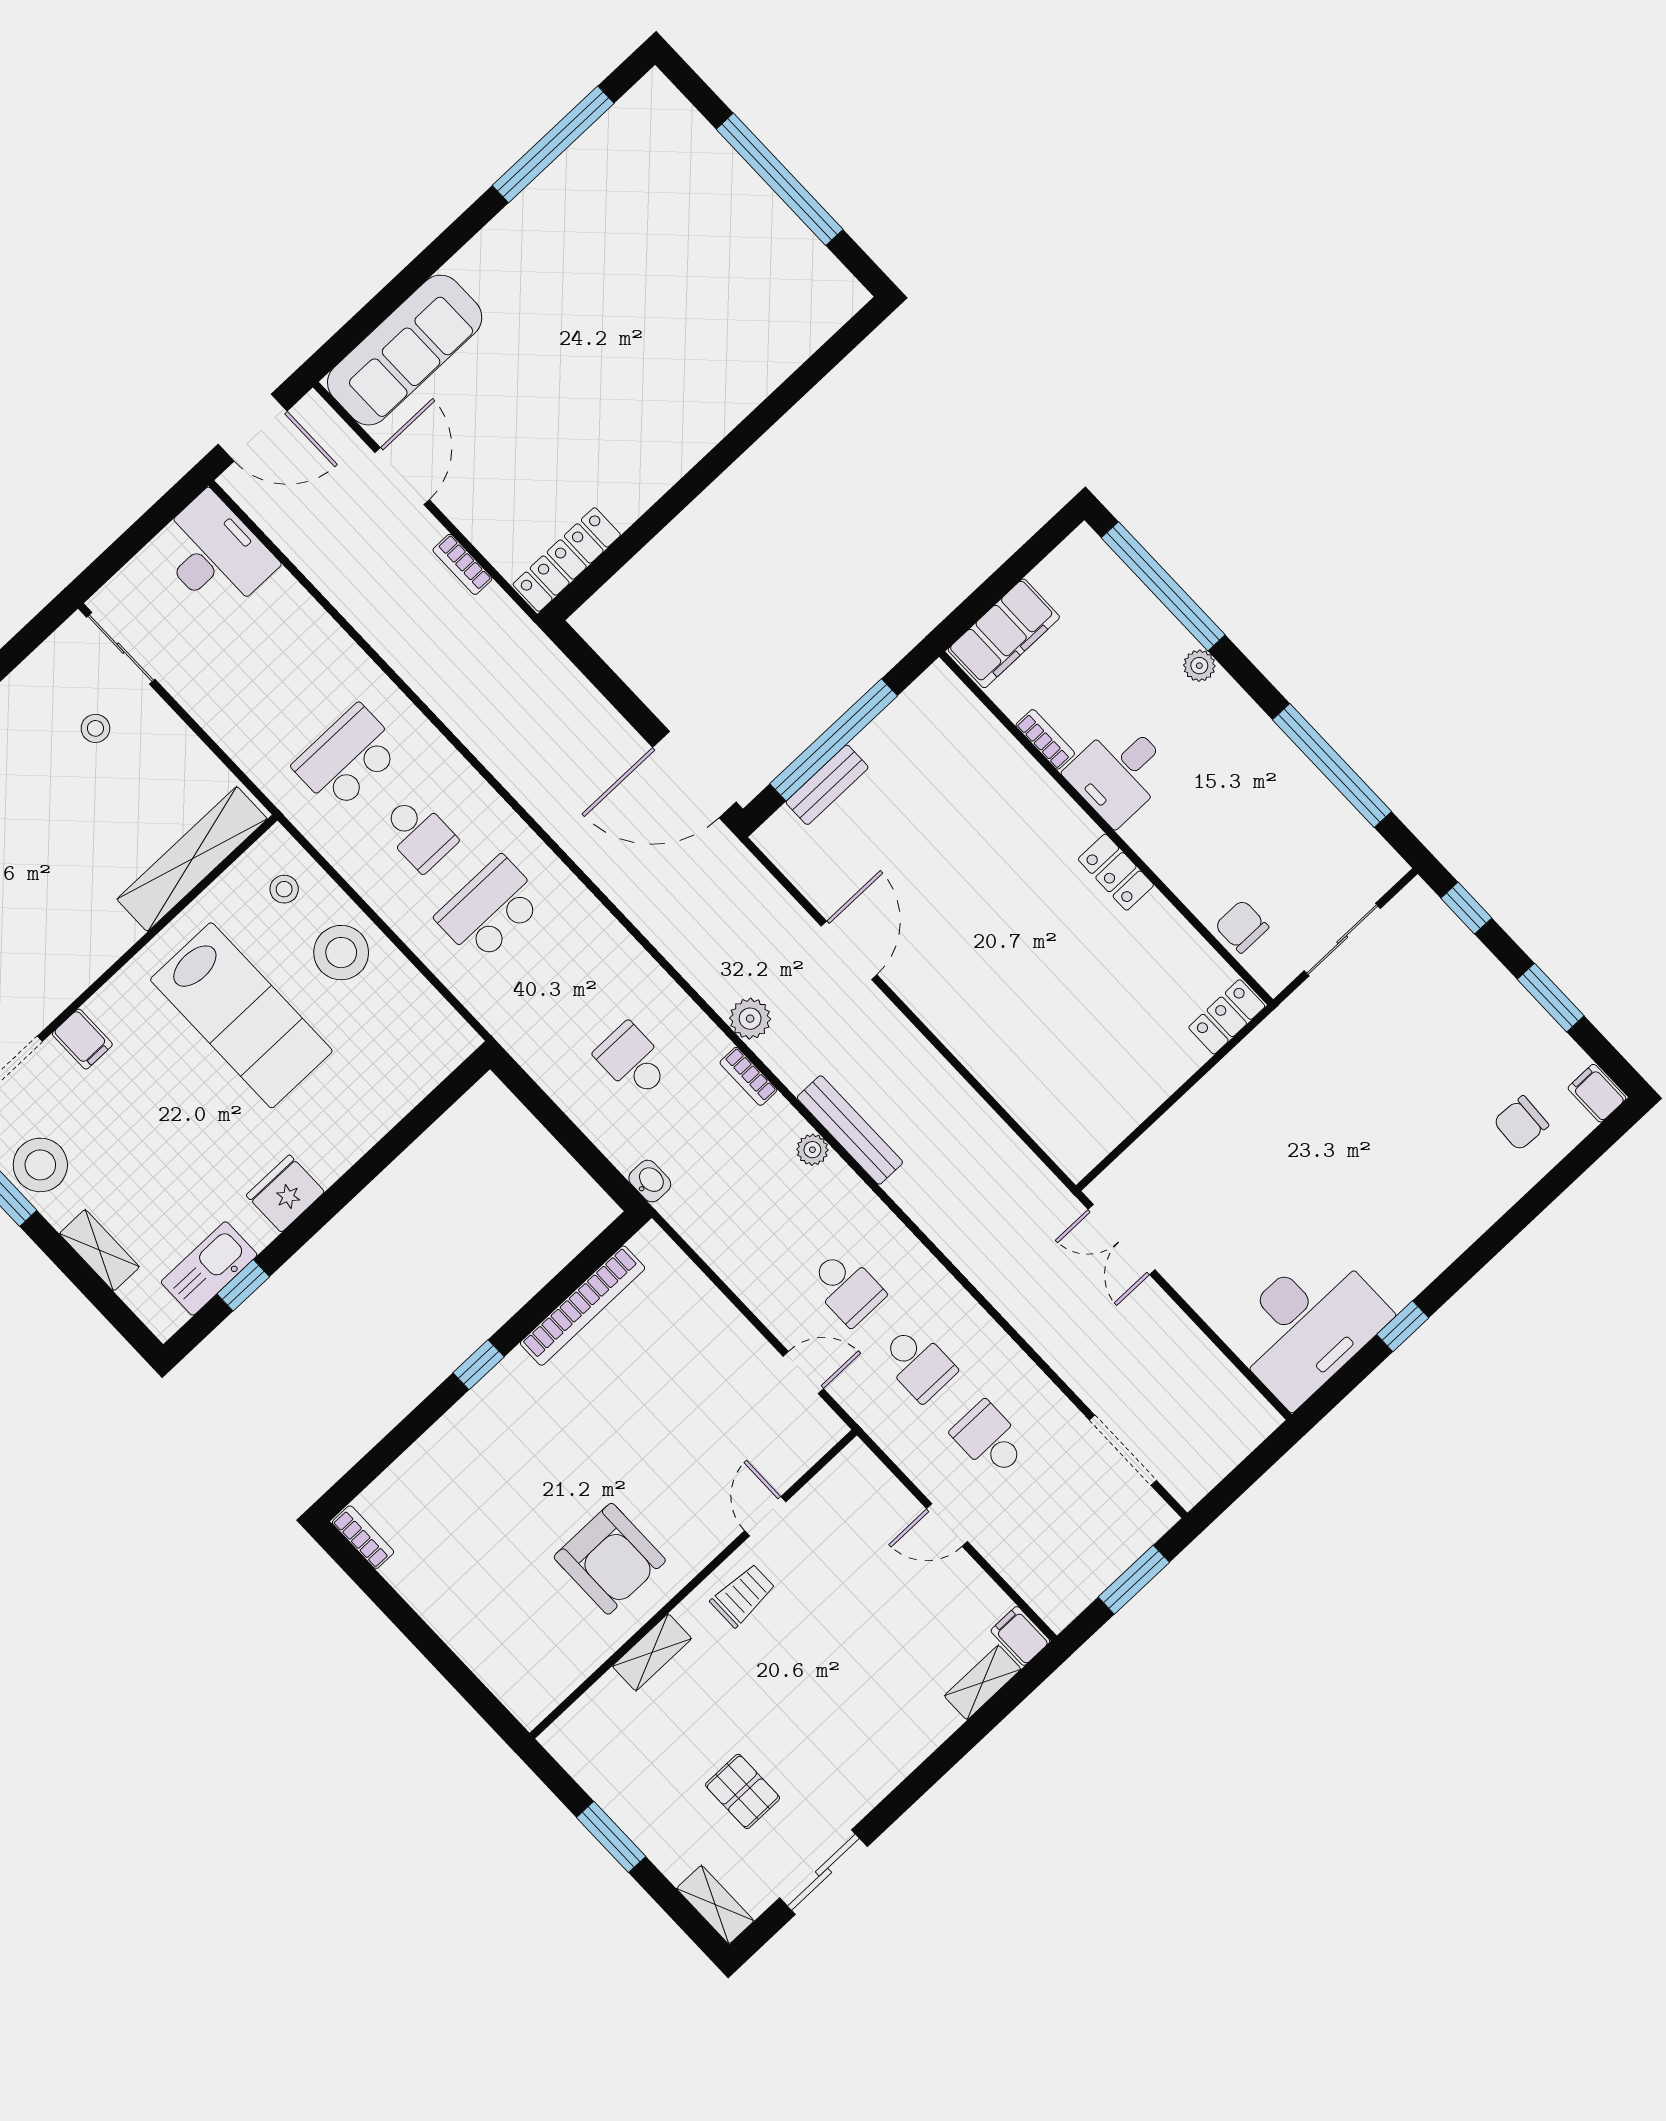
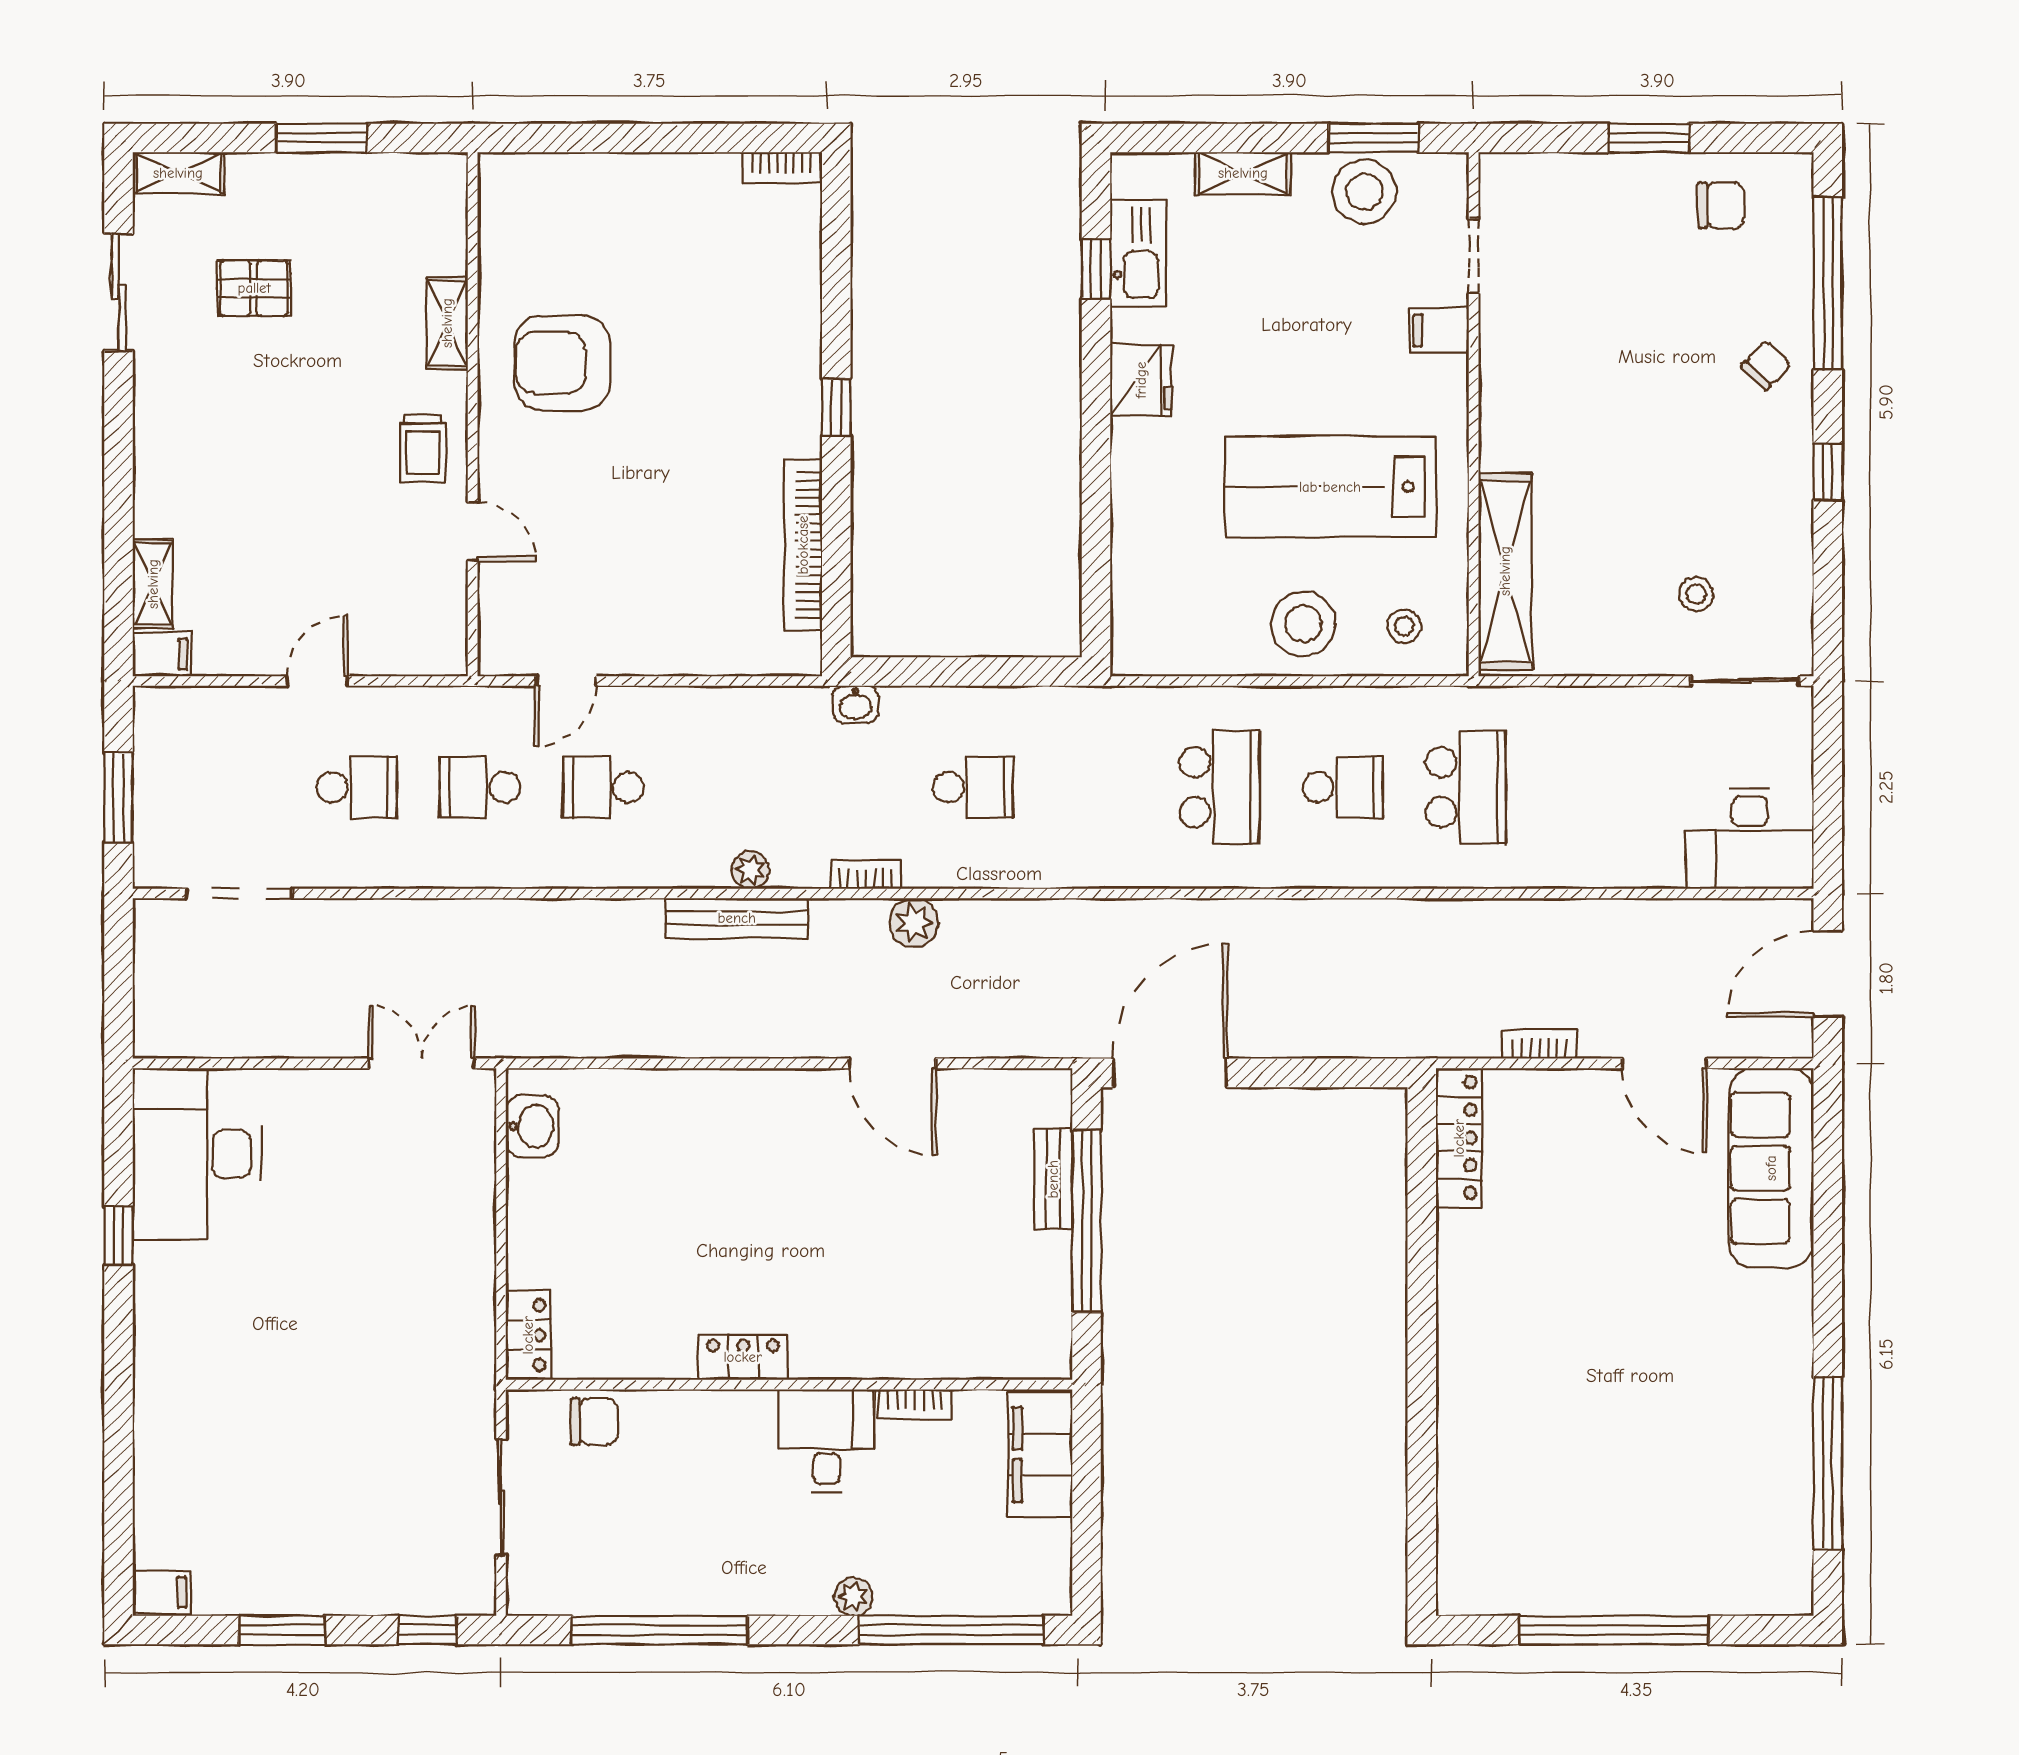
school desk: (419, 834) -> (1343, 787), turned 180
chair: (1521, 1123) -> (198, 1502), removed
washbasin: (1096, 1135) -> (532, 1126), added

